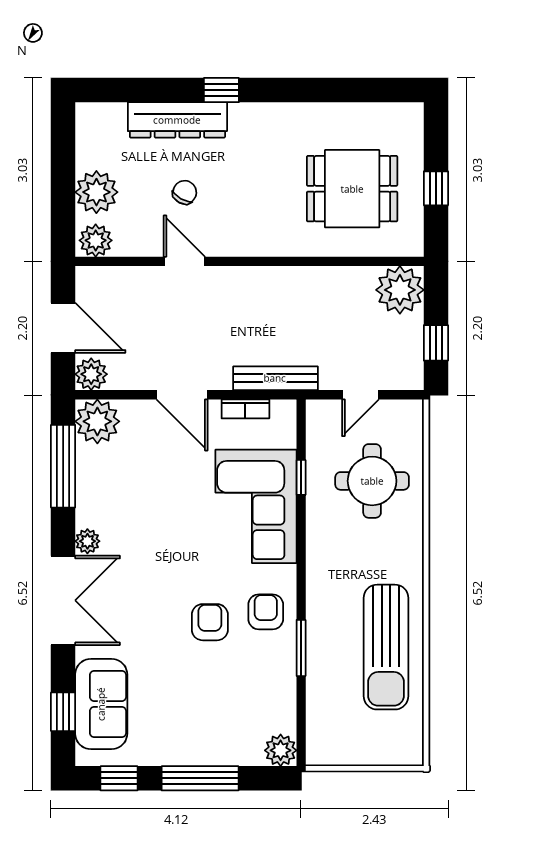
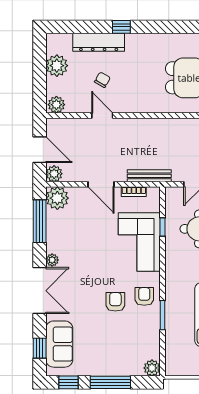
plant: (96, 192) -> (57, 66), moved

